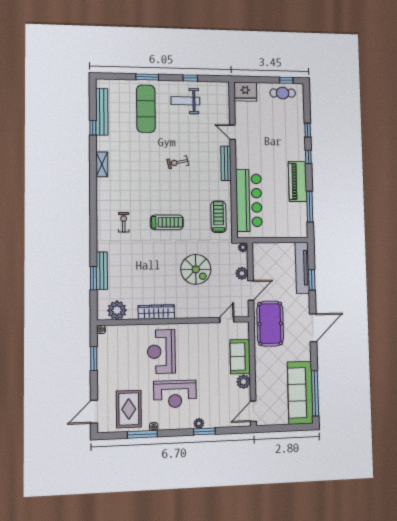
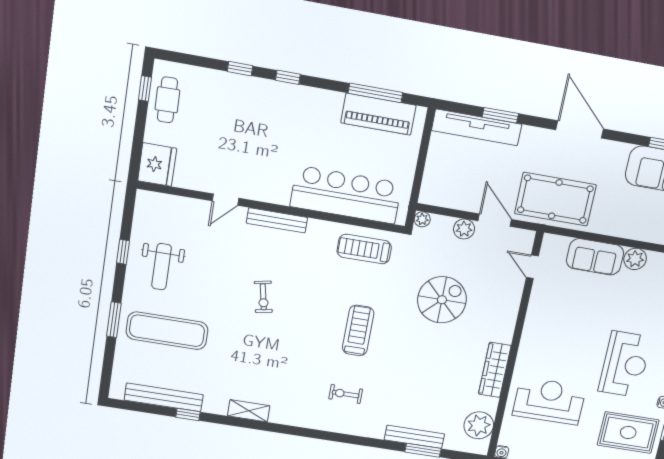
piano: (298, 181) -> (378, 114), moved
reception desk: (161, 352) -> (549, 401), moved, turned 180

